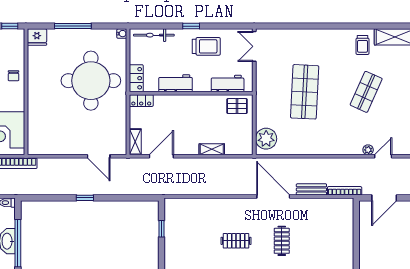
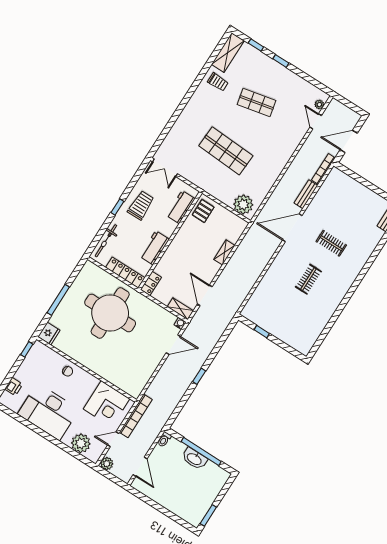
water cooler: (122, 34) -> (180, 323), moved
locker: (136, 78) -> (125, 273), width x1.53
shop shelf: (366, 92) -> (257, 103), turned -36
plant: (368, 150) -> (319, 104), moved
door: (384, 198) -> (349, 141), swing flipped

